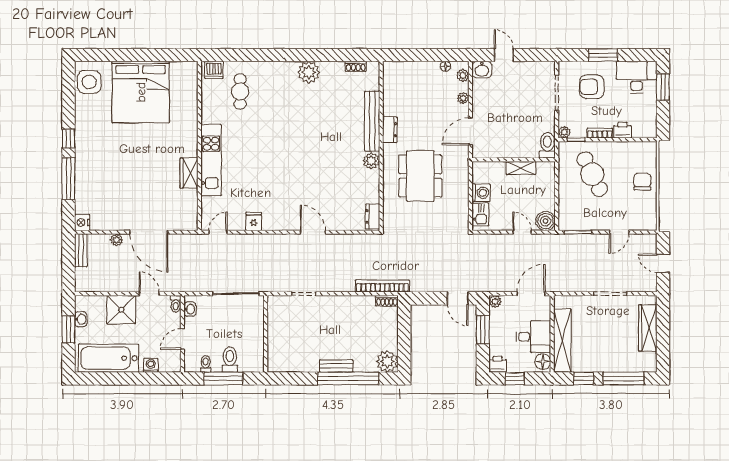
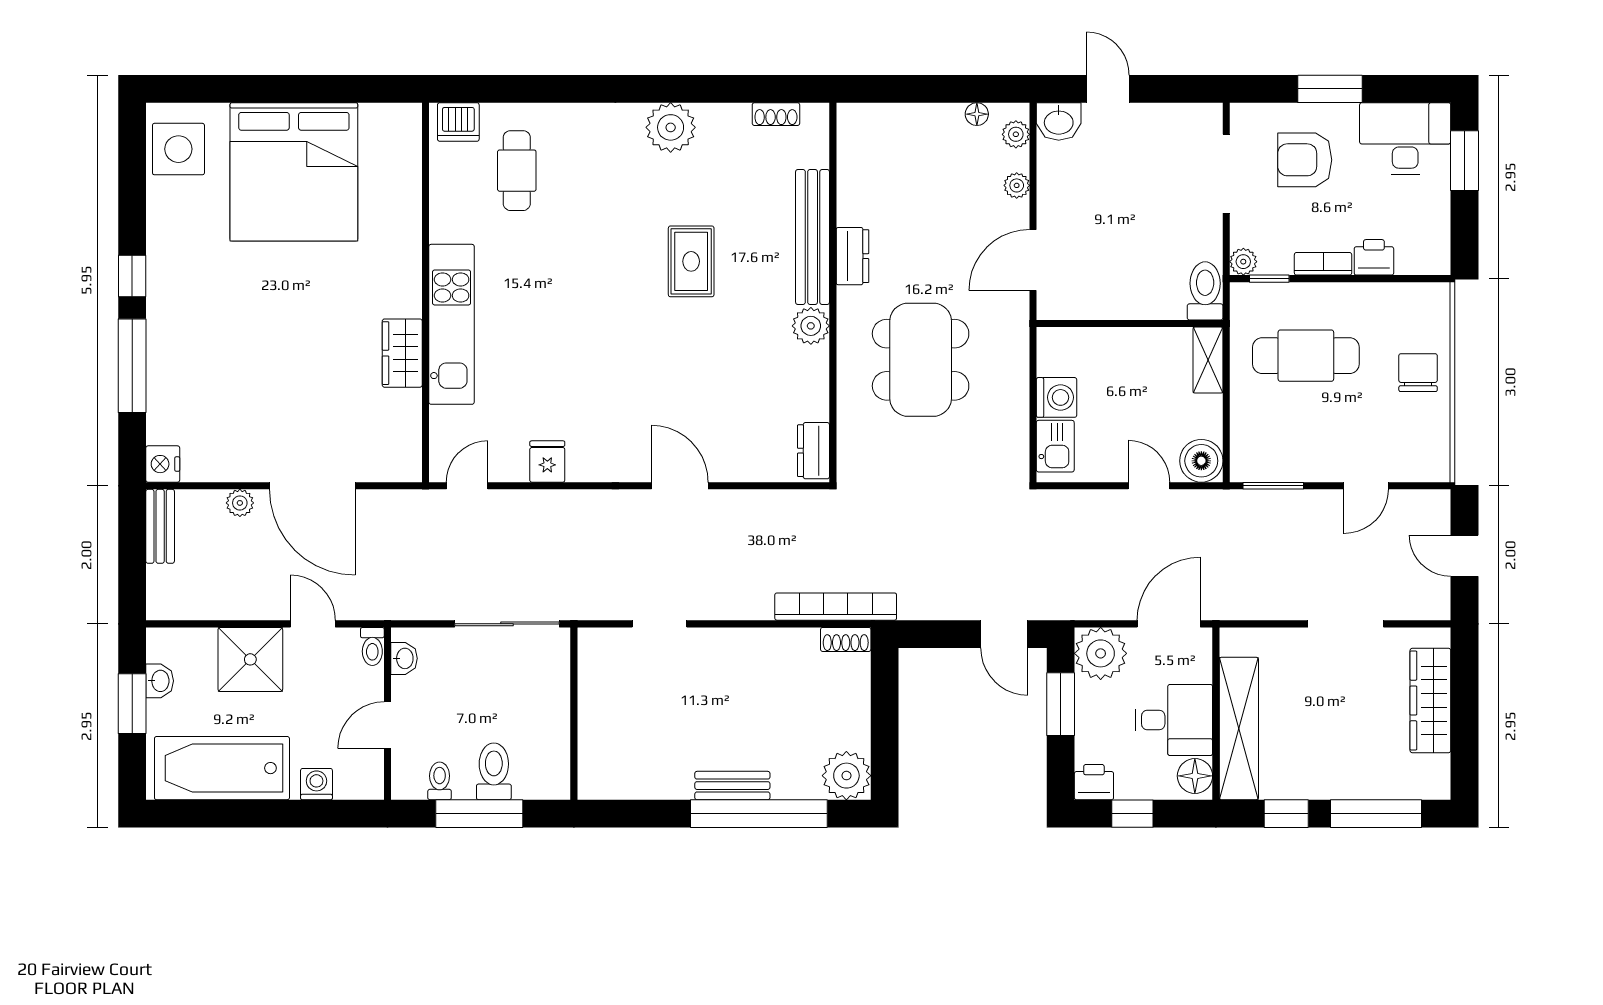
rug: (318, 132) -> (691, 261), added
shelving: (521, 168) -> (1208, 360), moved, turned 90
cafe table: (592, 174) -> (1306, 356), turned -64
plant: (495, 302) -> (1101, 653), width x1.88, depth x1.88

